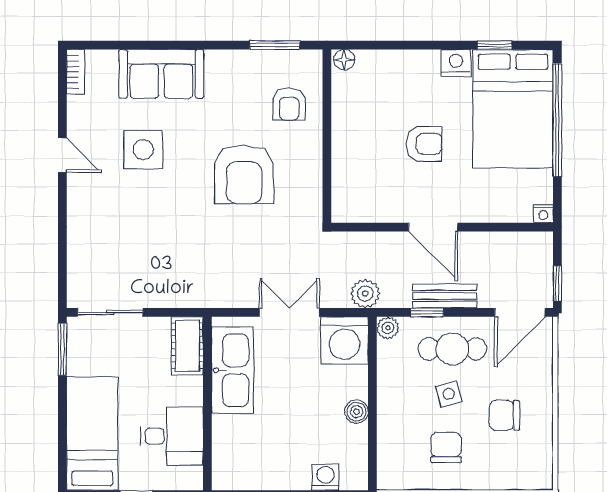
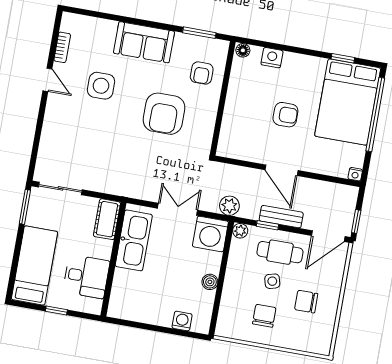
nightstand: (456, 63) -> (272, 58), moved
bookcase: (76, 72) -> (62, 47), moved
sofa: (161, 74) -> (144, 42), moved

